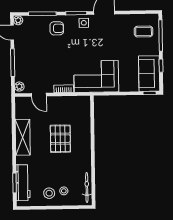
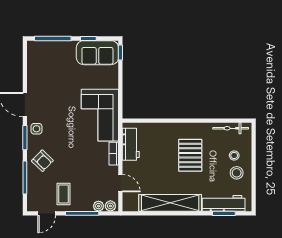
plant: (18, 20) -> (98, 206), moved
armchair: (57, 28) -> (42, 161), turned 134
coffee table: (144, 31) -> (63, 194), moved
door: (39, 95) -> (120, 183), hinge flipped
workbench: (72, 103) -> (131, 144), added
shelving: (23, 137) -> (170, 203), width x1.47
pallet: (60, 139) -> (190, 155), moved, turned 90

